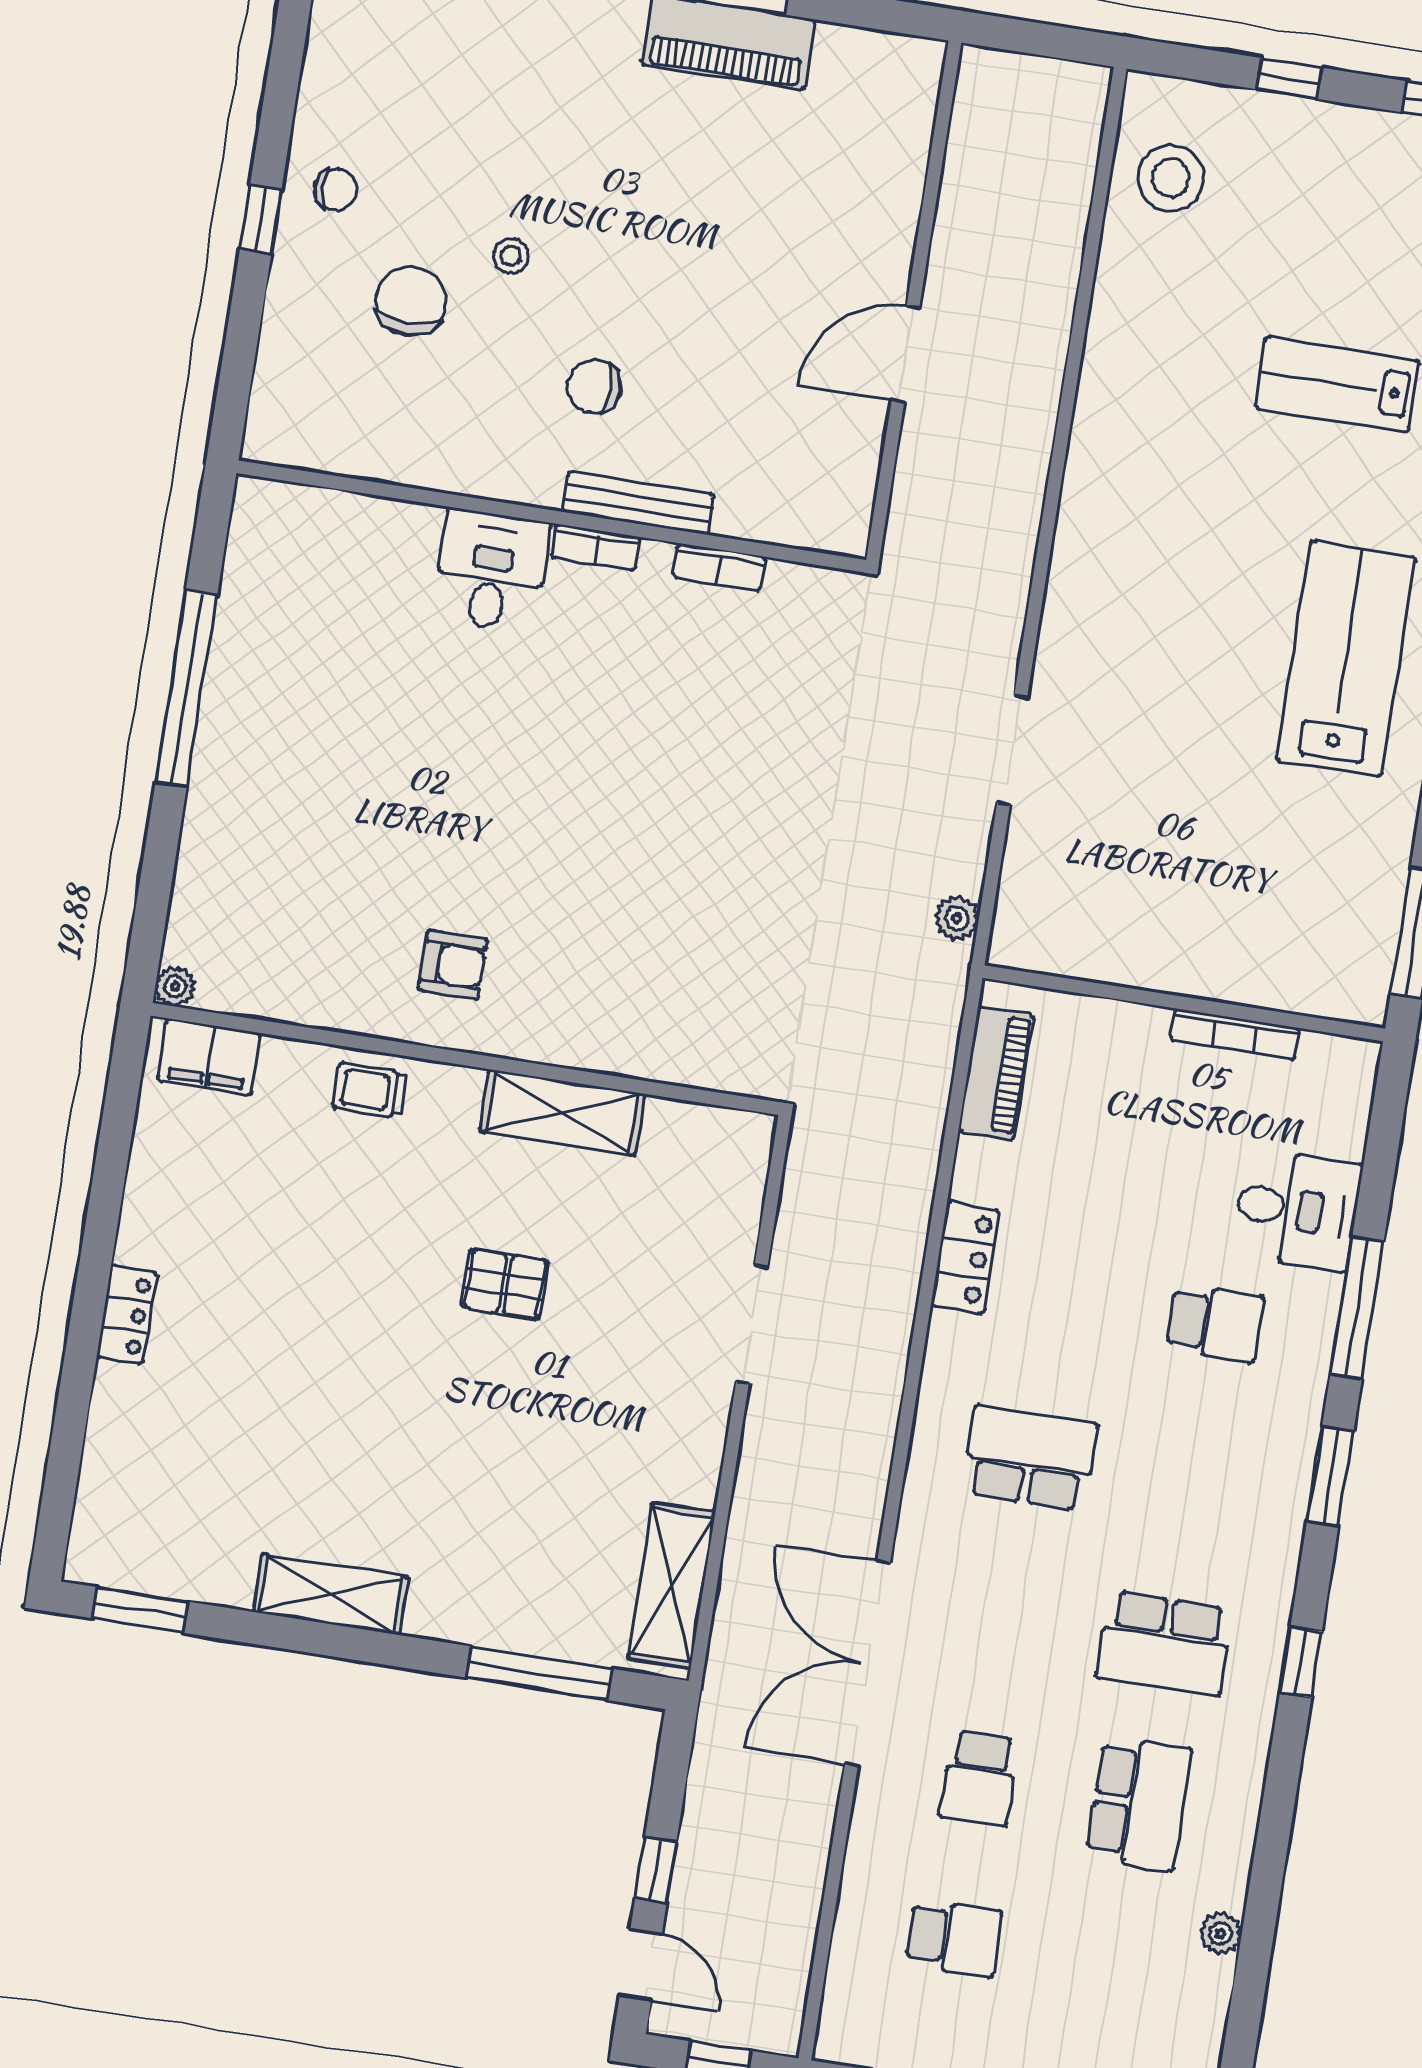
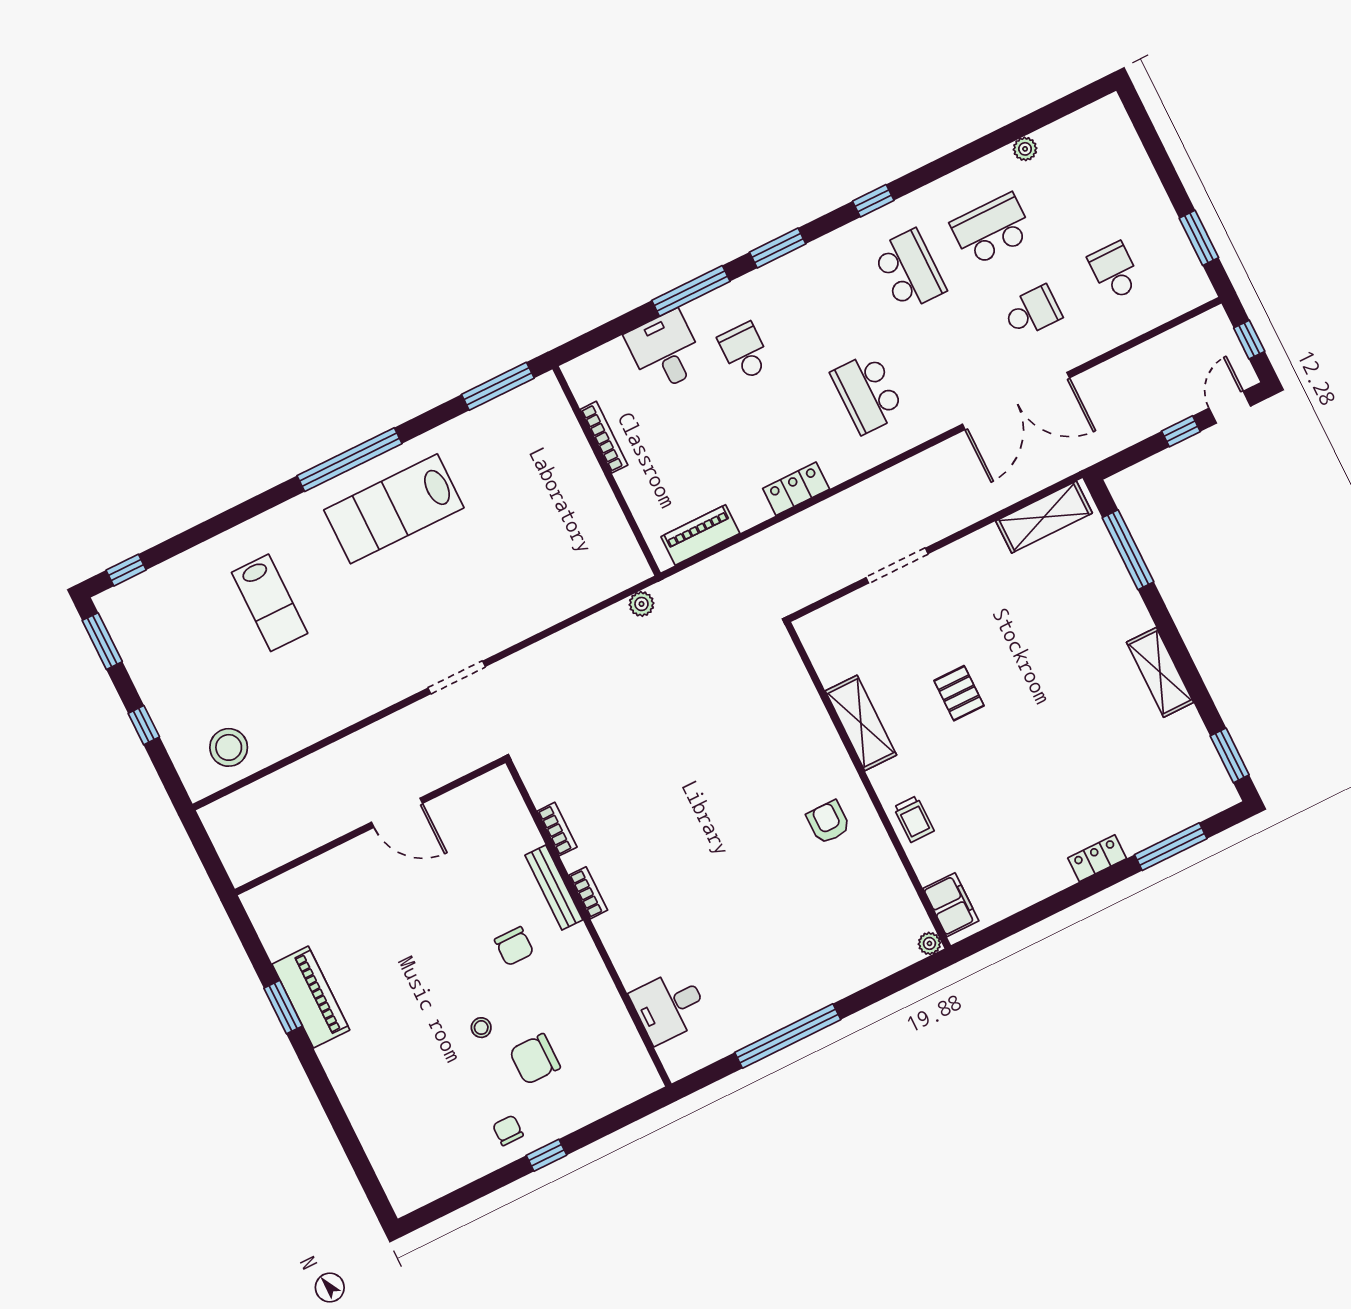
desk: (491, 571) -> (669, 1006), moved
doorway: (1012, 750) -> (457, 677), moved
window: (69, 1432) -> (1171, 847), added

